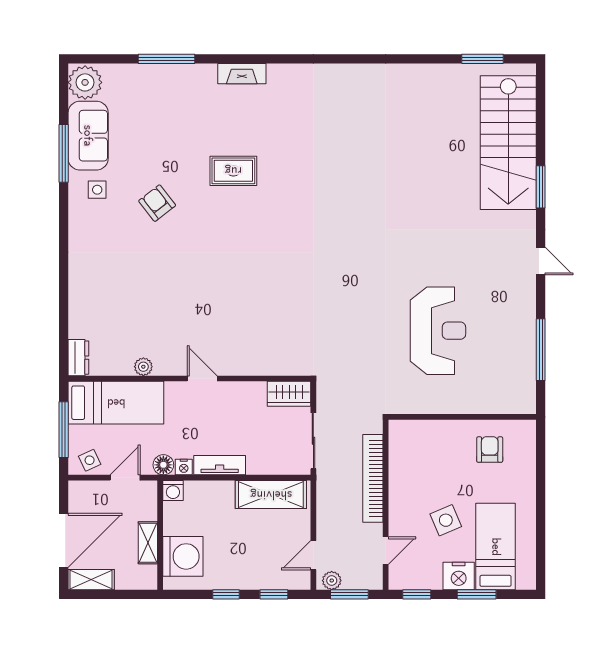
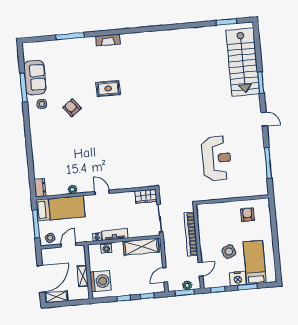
plant: (85, 82) -> (31, 51), removed
floor lamp: (163, 465) -> (87, 237), removed
washing machine: (173, 491) -> (106, 248), moved
plant: (332, 581) -> (187, 285), moved

